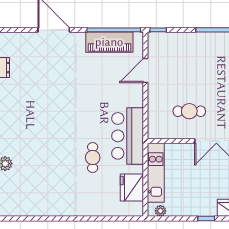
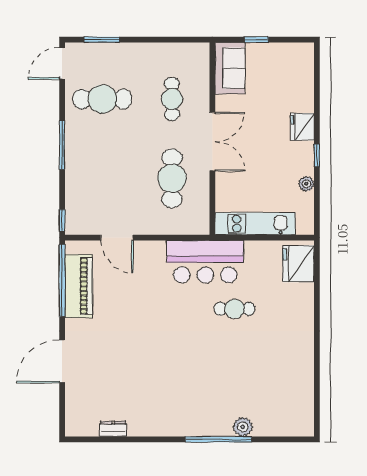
cafe table: (189, 111) -> (172, 178), width x1.37, depth x1.35
fridge: (132, 187) -> (299, 264), moved, turned 90
plant: (160, 211) -> (306, 184), moved

